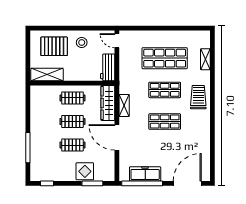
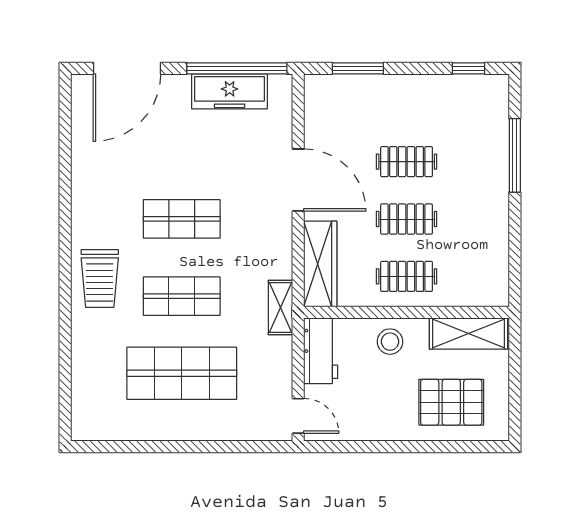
stool: (82, 43) -> (390, 342), moved
shelving: (205, 59) -> (82, 371), removed
shelving: (124, 105) -> (281, 308), moved
display table: (85, 171) -> (376, 98), removed

